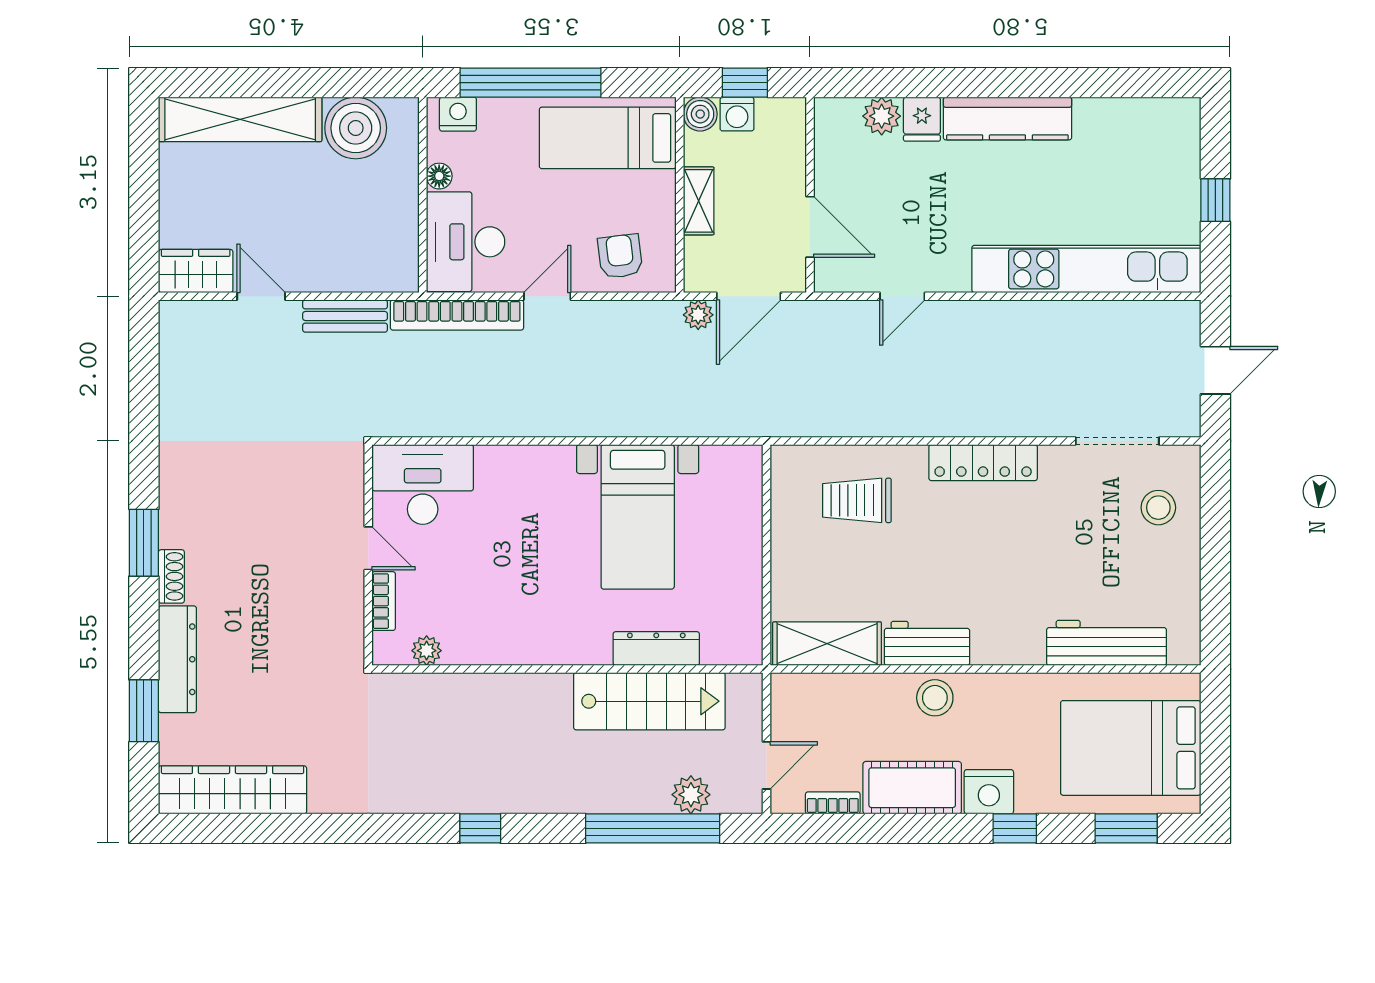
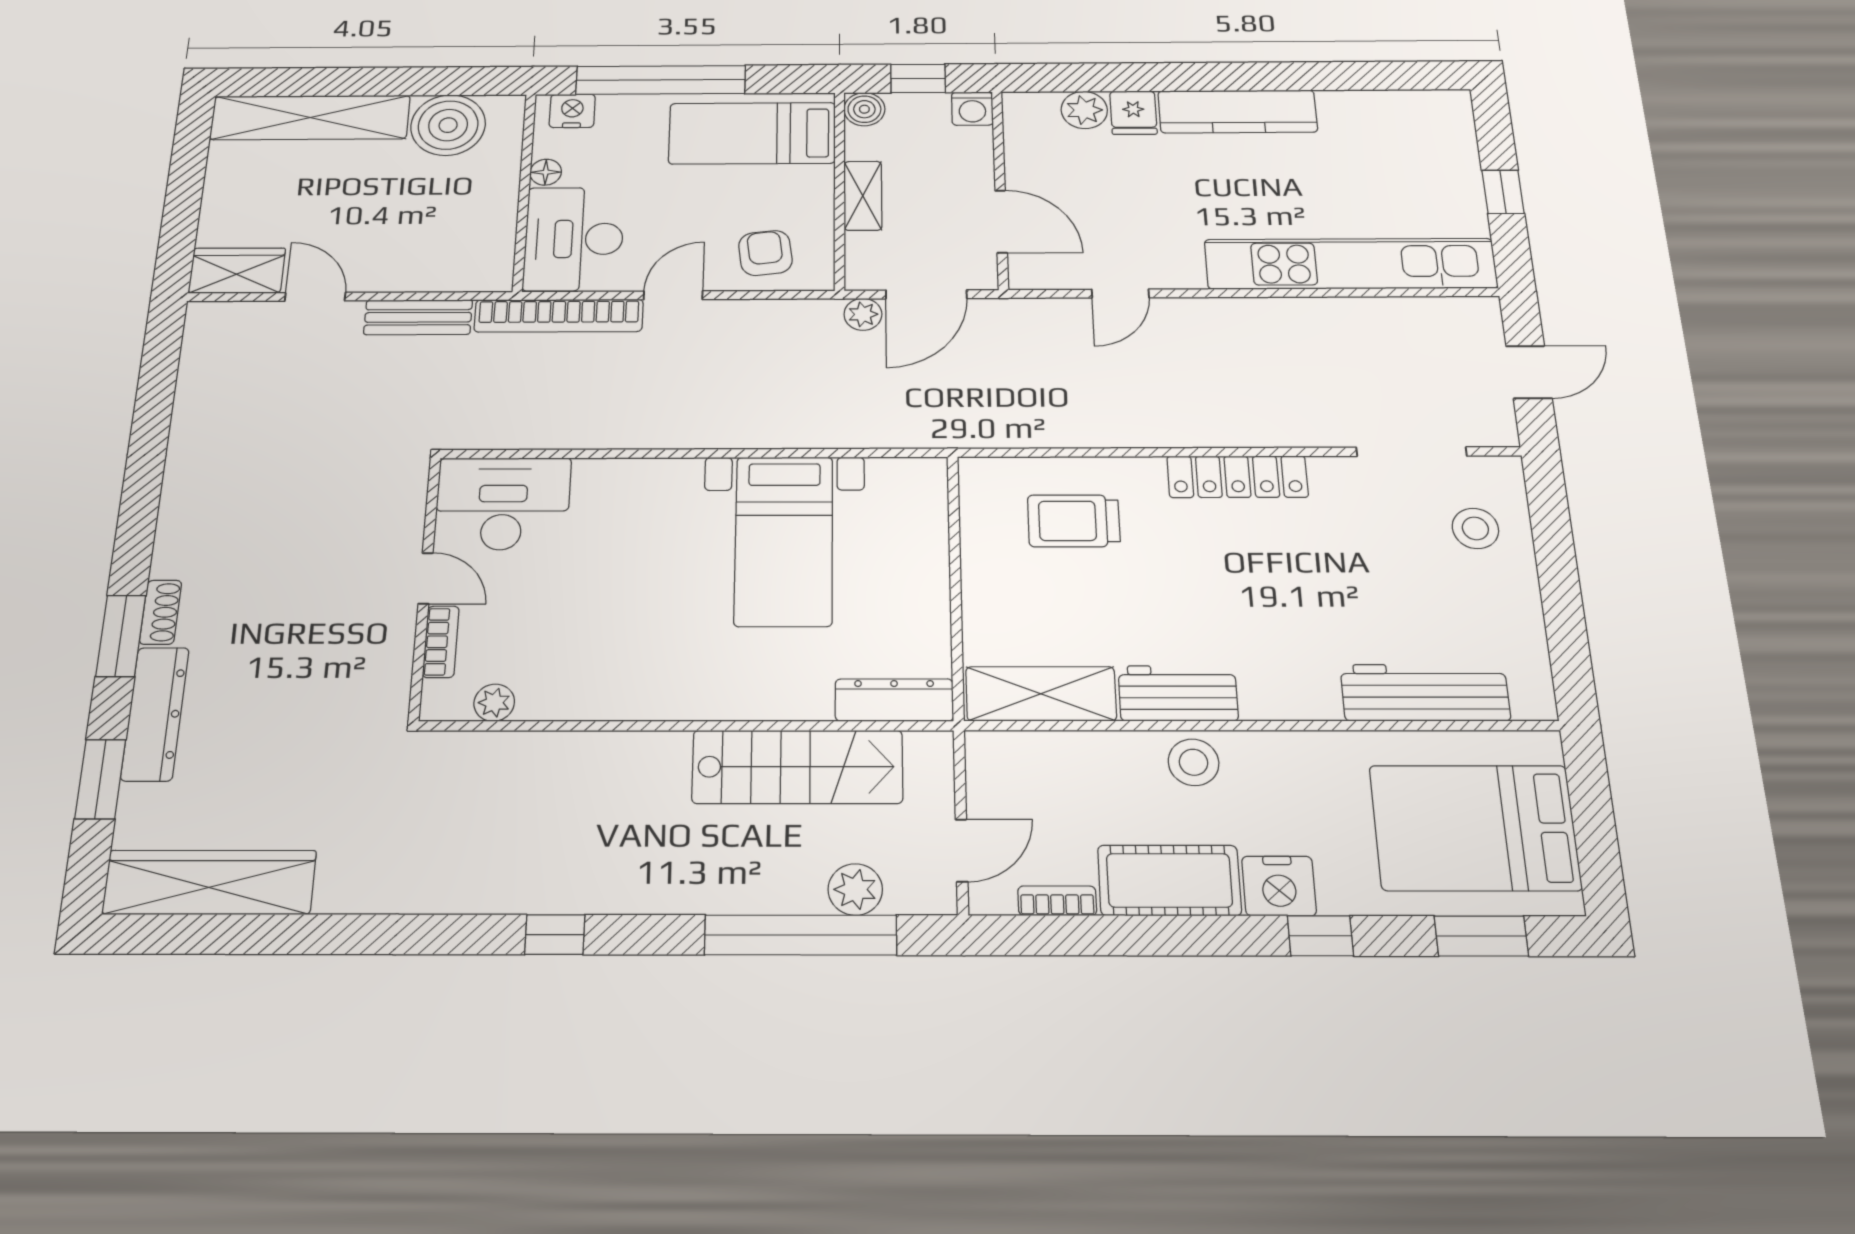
washing machine: (737, 114) -> (972, 109), moved
window: (144, 543) -> (121, 636), moved
dresser: (656, 649) -> (894, 700), moved

